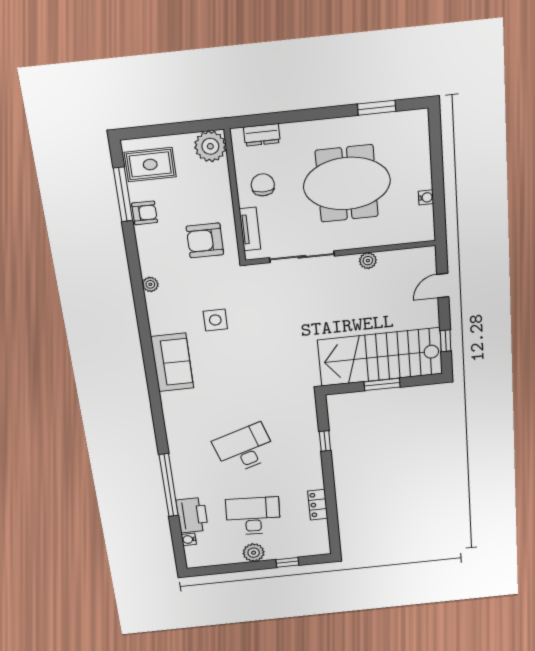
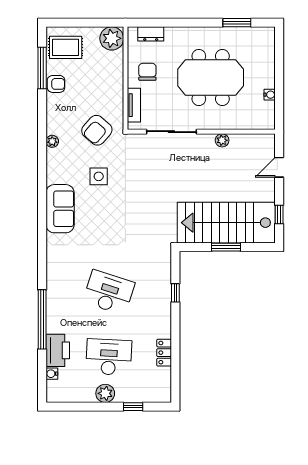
armchair: (205, 240) -> (97, 130), moved, turned -49
desk: (245, 449) -> (109, 292), turned 36

